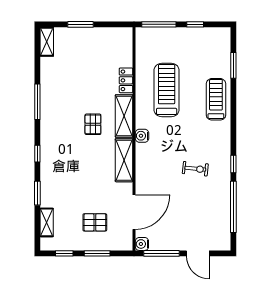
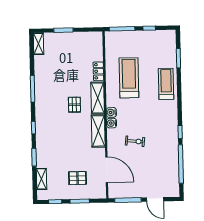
exercise bike: (195, 169) -> (135, 141), moved
door: (134, 212) -> (107, 170), hinge flipped
water cooler: (142, 244) -> (112, 123), moved

